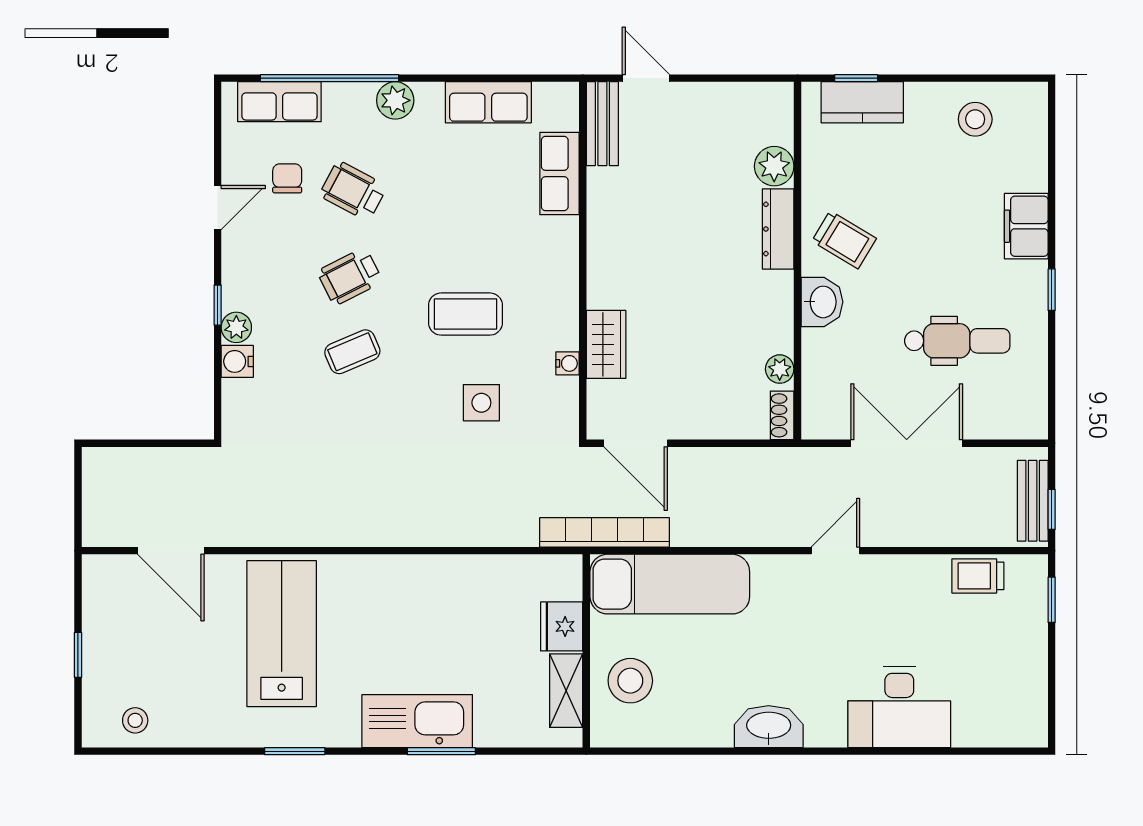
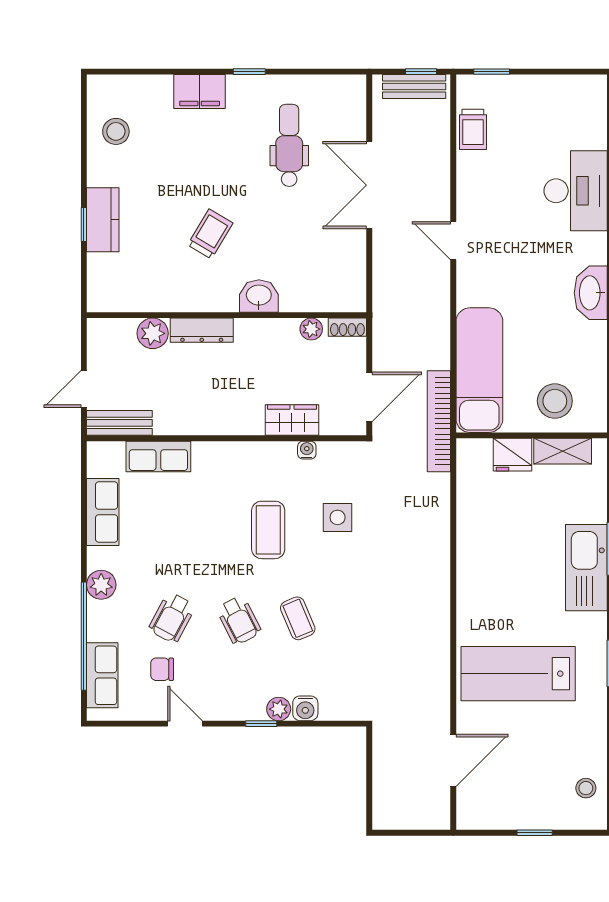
plant: (774, 166) -> (153, 333), moved
dresser: (778, 229) -> (202, 330), moved
wall: (798, 261) -> (227, 315), moved
washbasin: (822, 302) -> (259, 296), moved
plant: (780, 369) -> (311, 329), moved
shoe rack: (782, 415) -> (347, 327), moved

